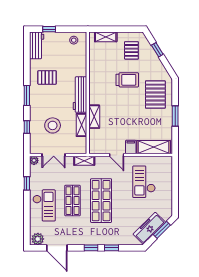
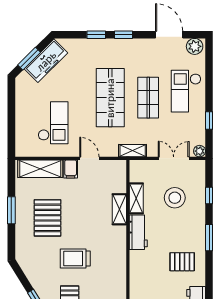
workbench: (80, 95) -> (138, 232), width x0.73
pallet: (155, 95) -> (47, 218), moved

